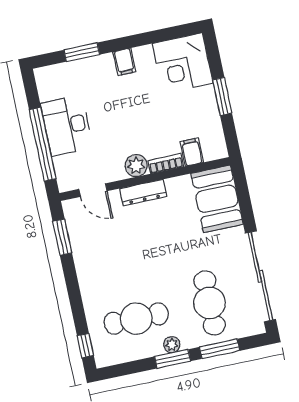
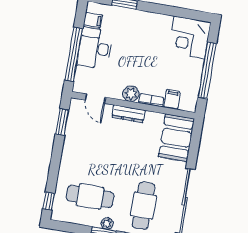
filing cabinet: (124, 62) -> (93, 20), moved, turned -90
window: (222, 96) -> (207, 70), width x2.11

